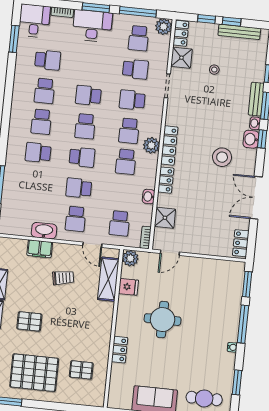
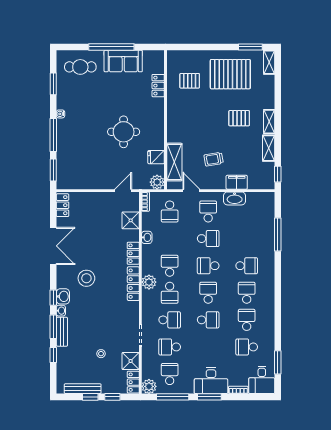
school desk: (129, 131) -> (170, 293), turned 180
school desk: (119, 223) -> (170, 211), turned 180
locker: (120, 350) -> (158, 86), moved

